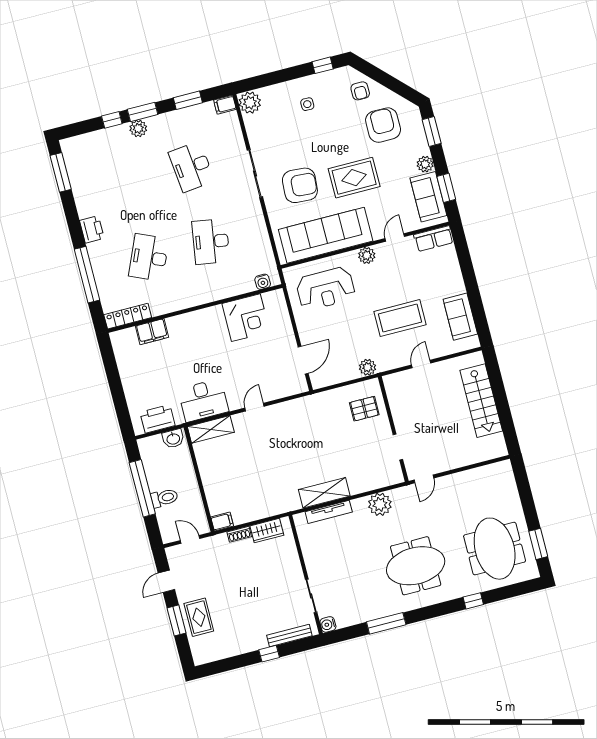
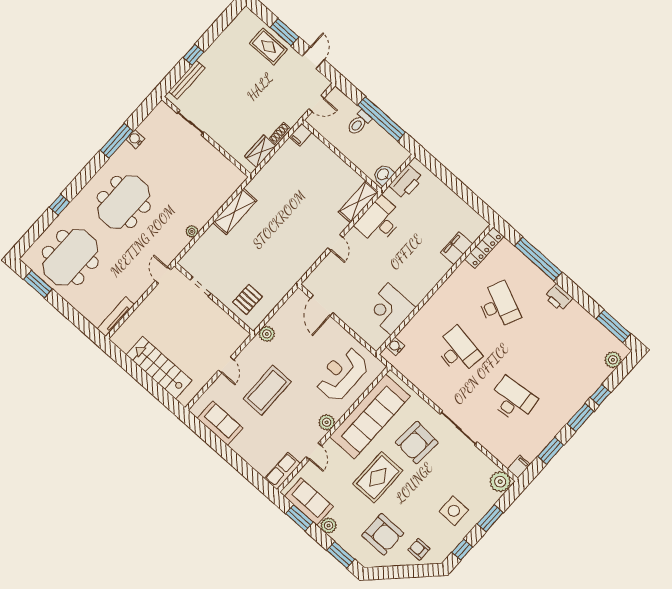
window: (280, 76) -> (490, 518), added
side table: (307, 104) -> (454, 511), width x1.87, depth x1.87
plant: (138, 128) -> (613, 360), moved
plant: (380, 504) -> (192, 231), width x0.53, depth x0.53
tv unit: (329, 512) -> (116, 317), moved
meeting table: (495, 549) -> (70, 257), turned 90
water cooler: (328, 624) -> (135, 139), moved, turned -90

